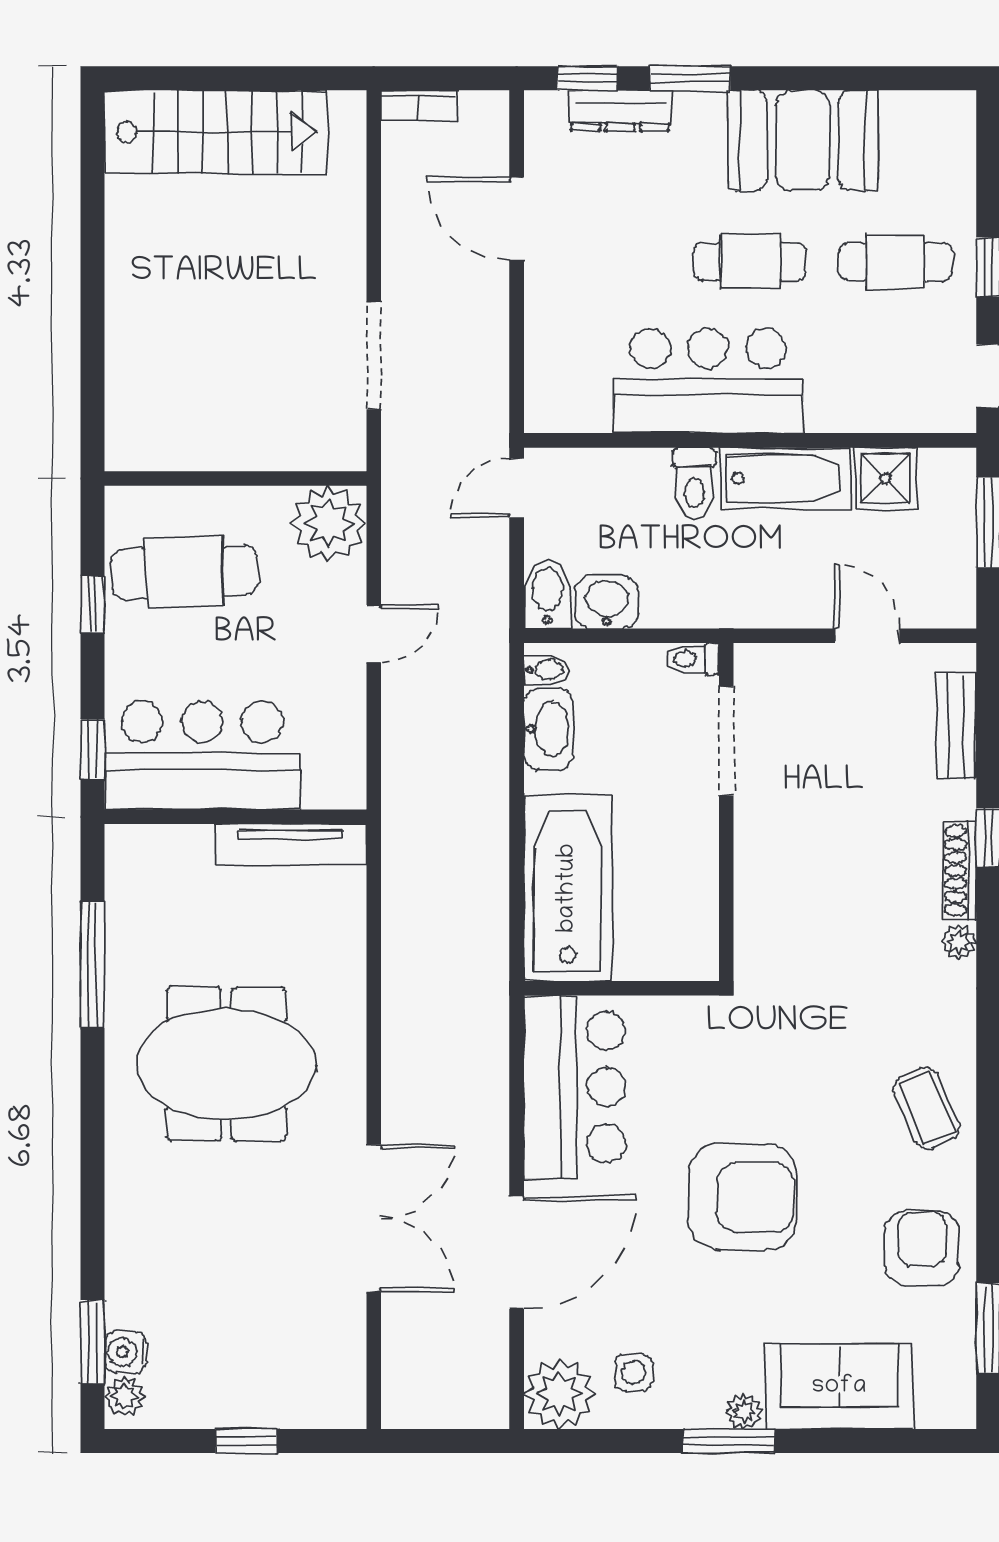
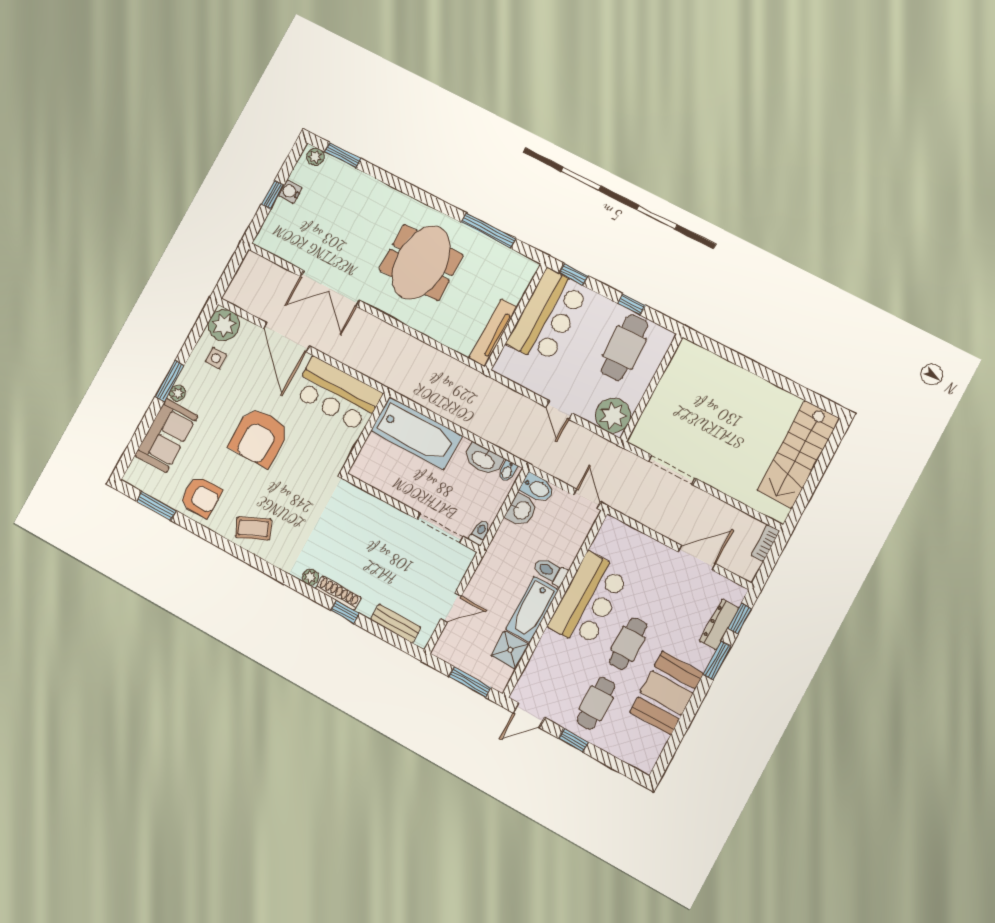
water cooler: (125, 1352) -> (290, 192), moved, turned -90

